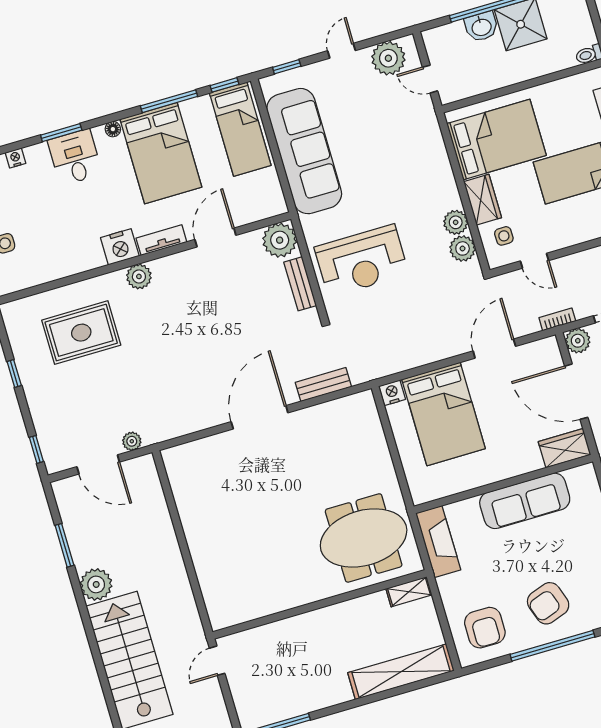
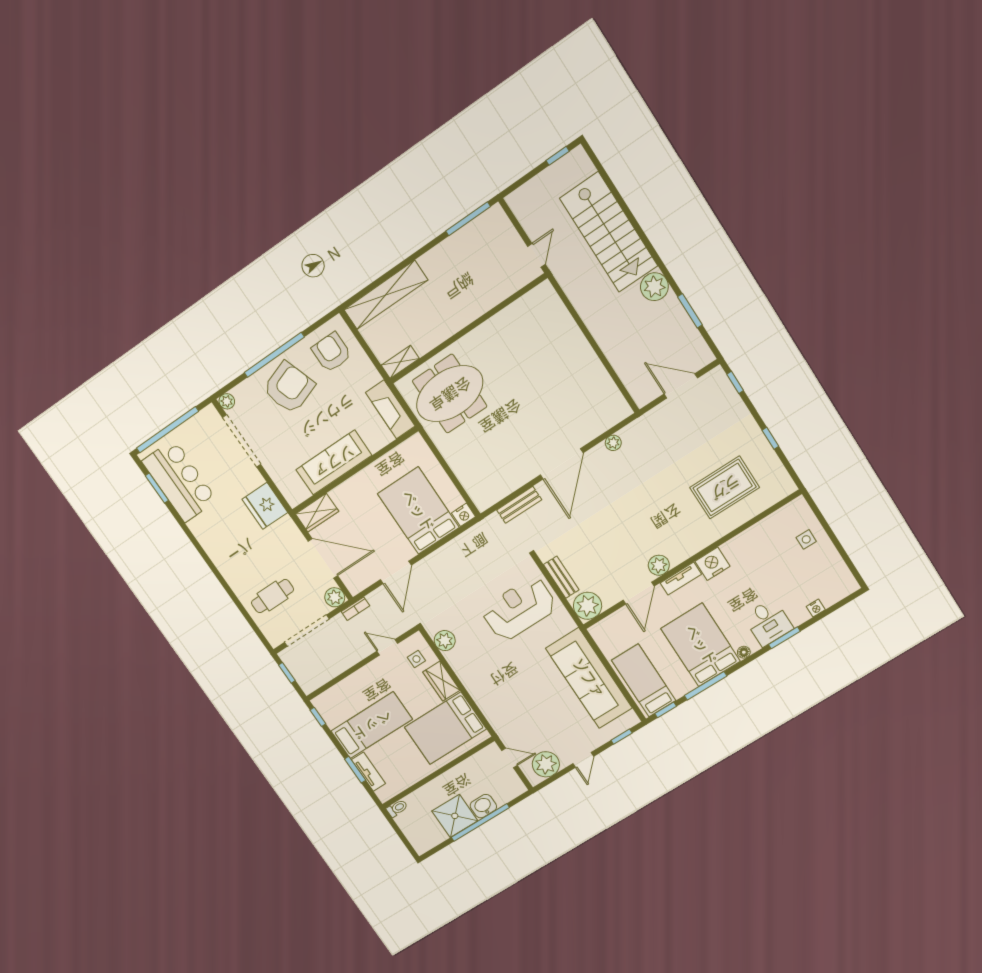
plant: (456, 222) -> (456, 658), removed
plant: (139, 276) -> (659, 565), moved
plant: (132, 441) -> (613, 443), moved
armchair: (548, 603) -> (289, 388), width x1.36, depth x1.36

